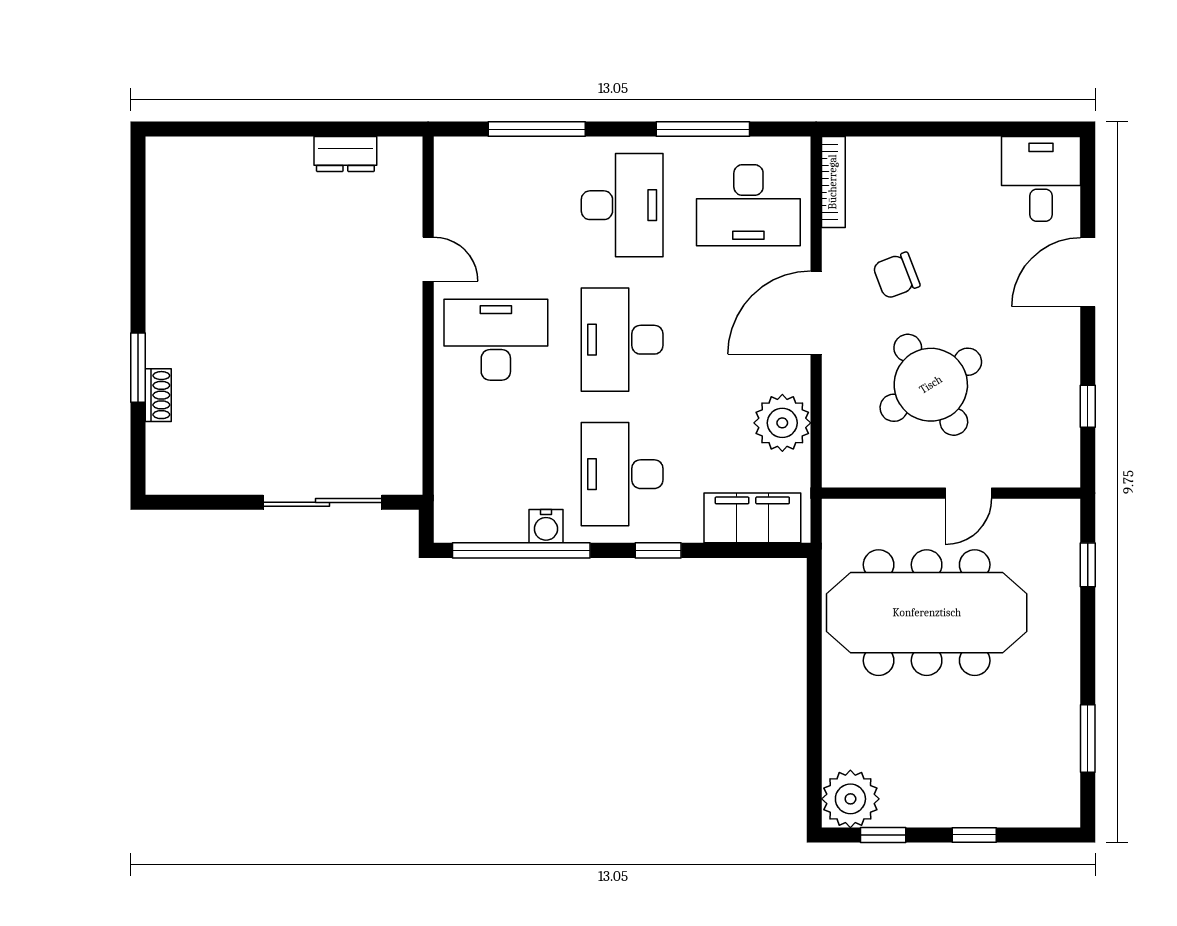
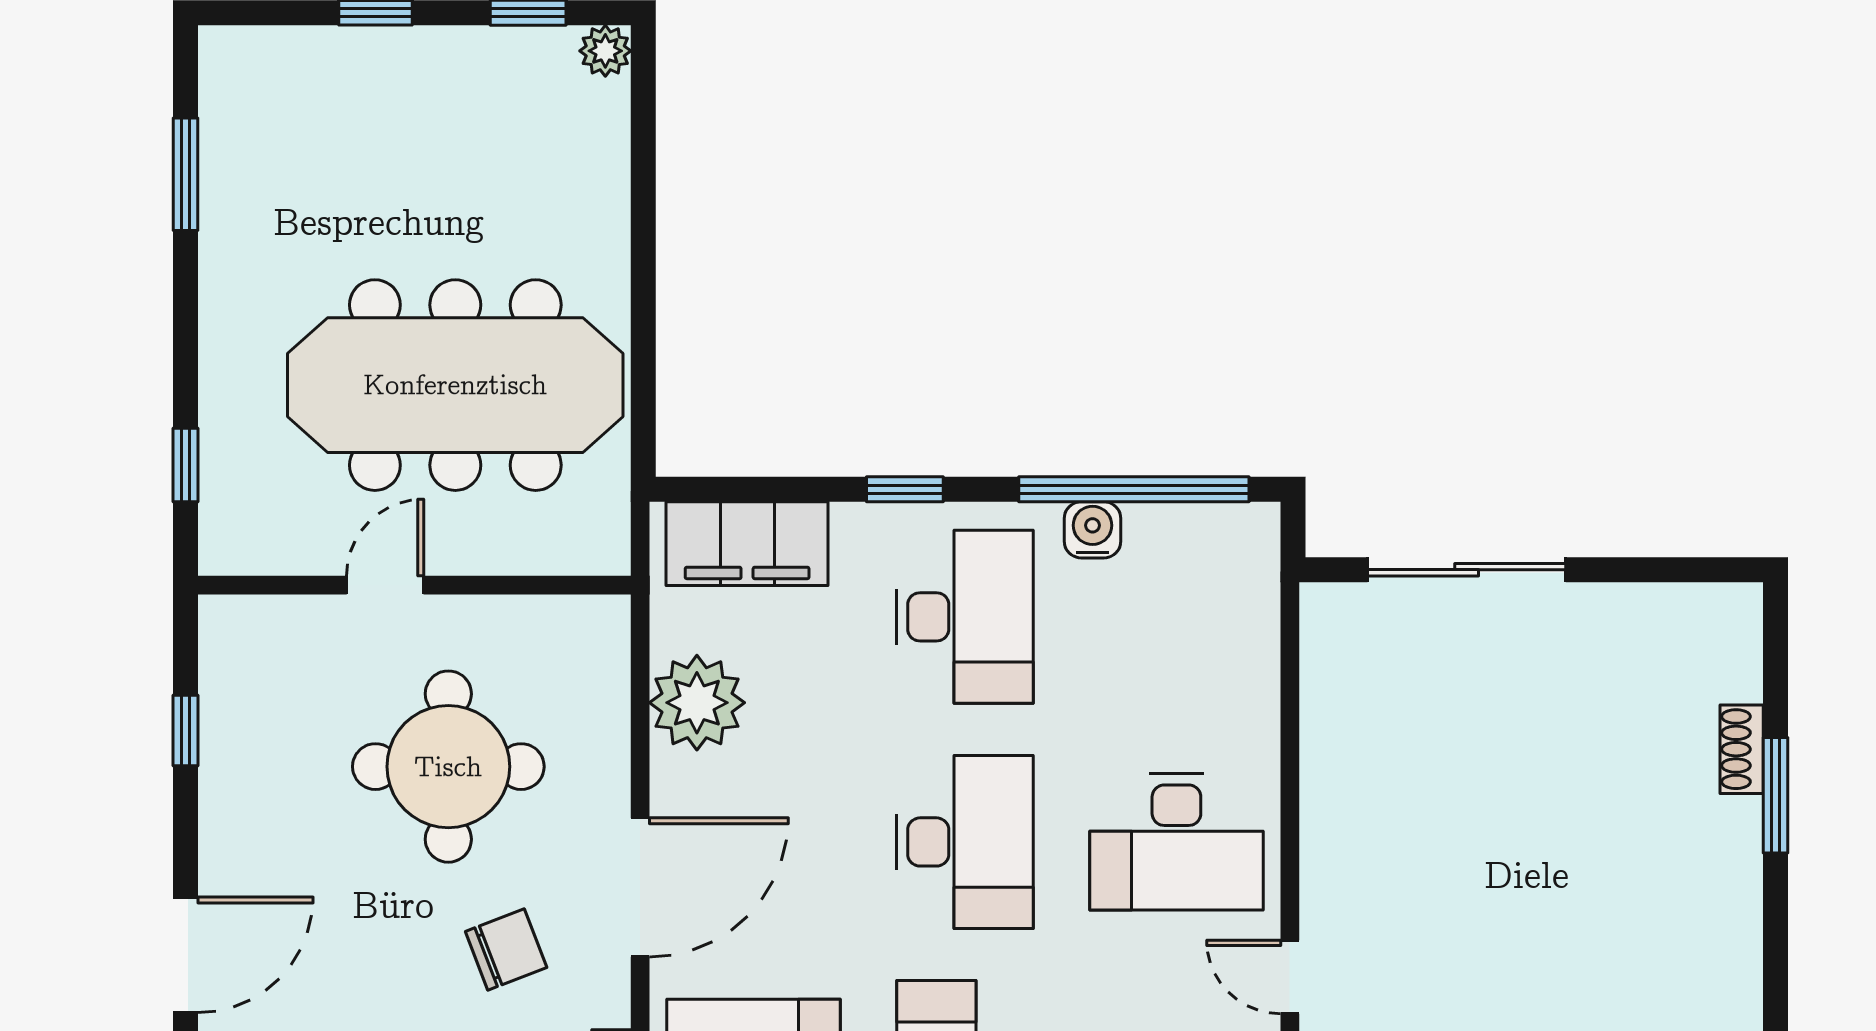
round table: (931, 385) -> (448, 767), turned 32
plant: (850, 799) -> (605, 51), width x0.53, depth x0.53

